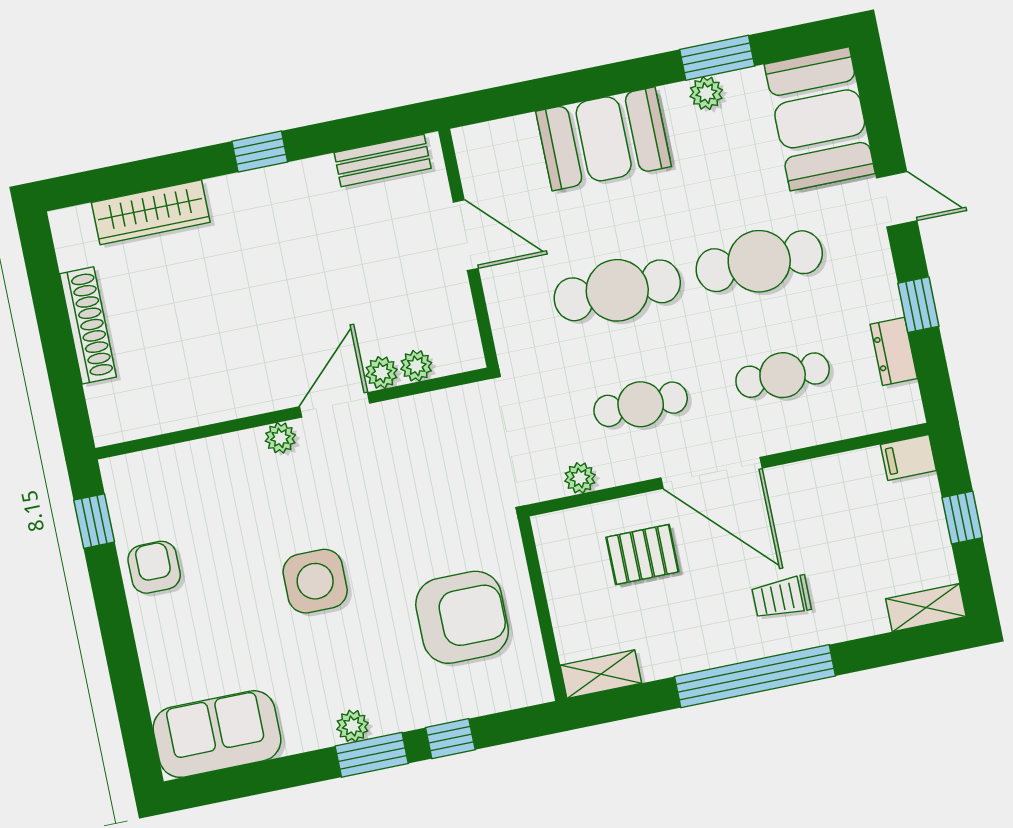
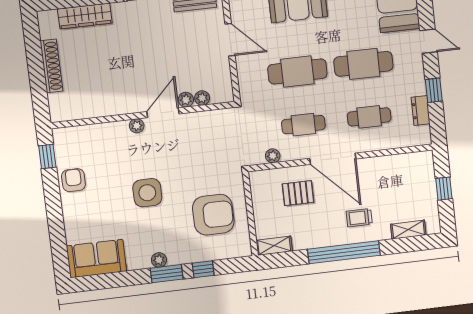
filing cabinet: (908, 458) -> (422, 159), removed
shelving: (926, 608) -> (408, 230), moved

